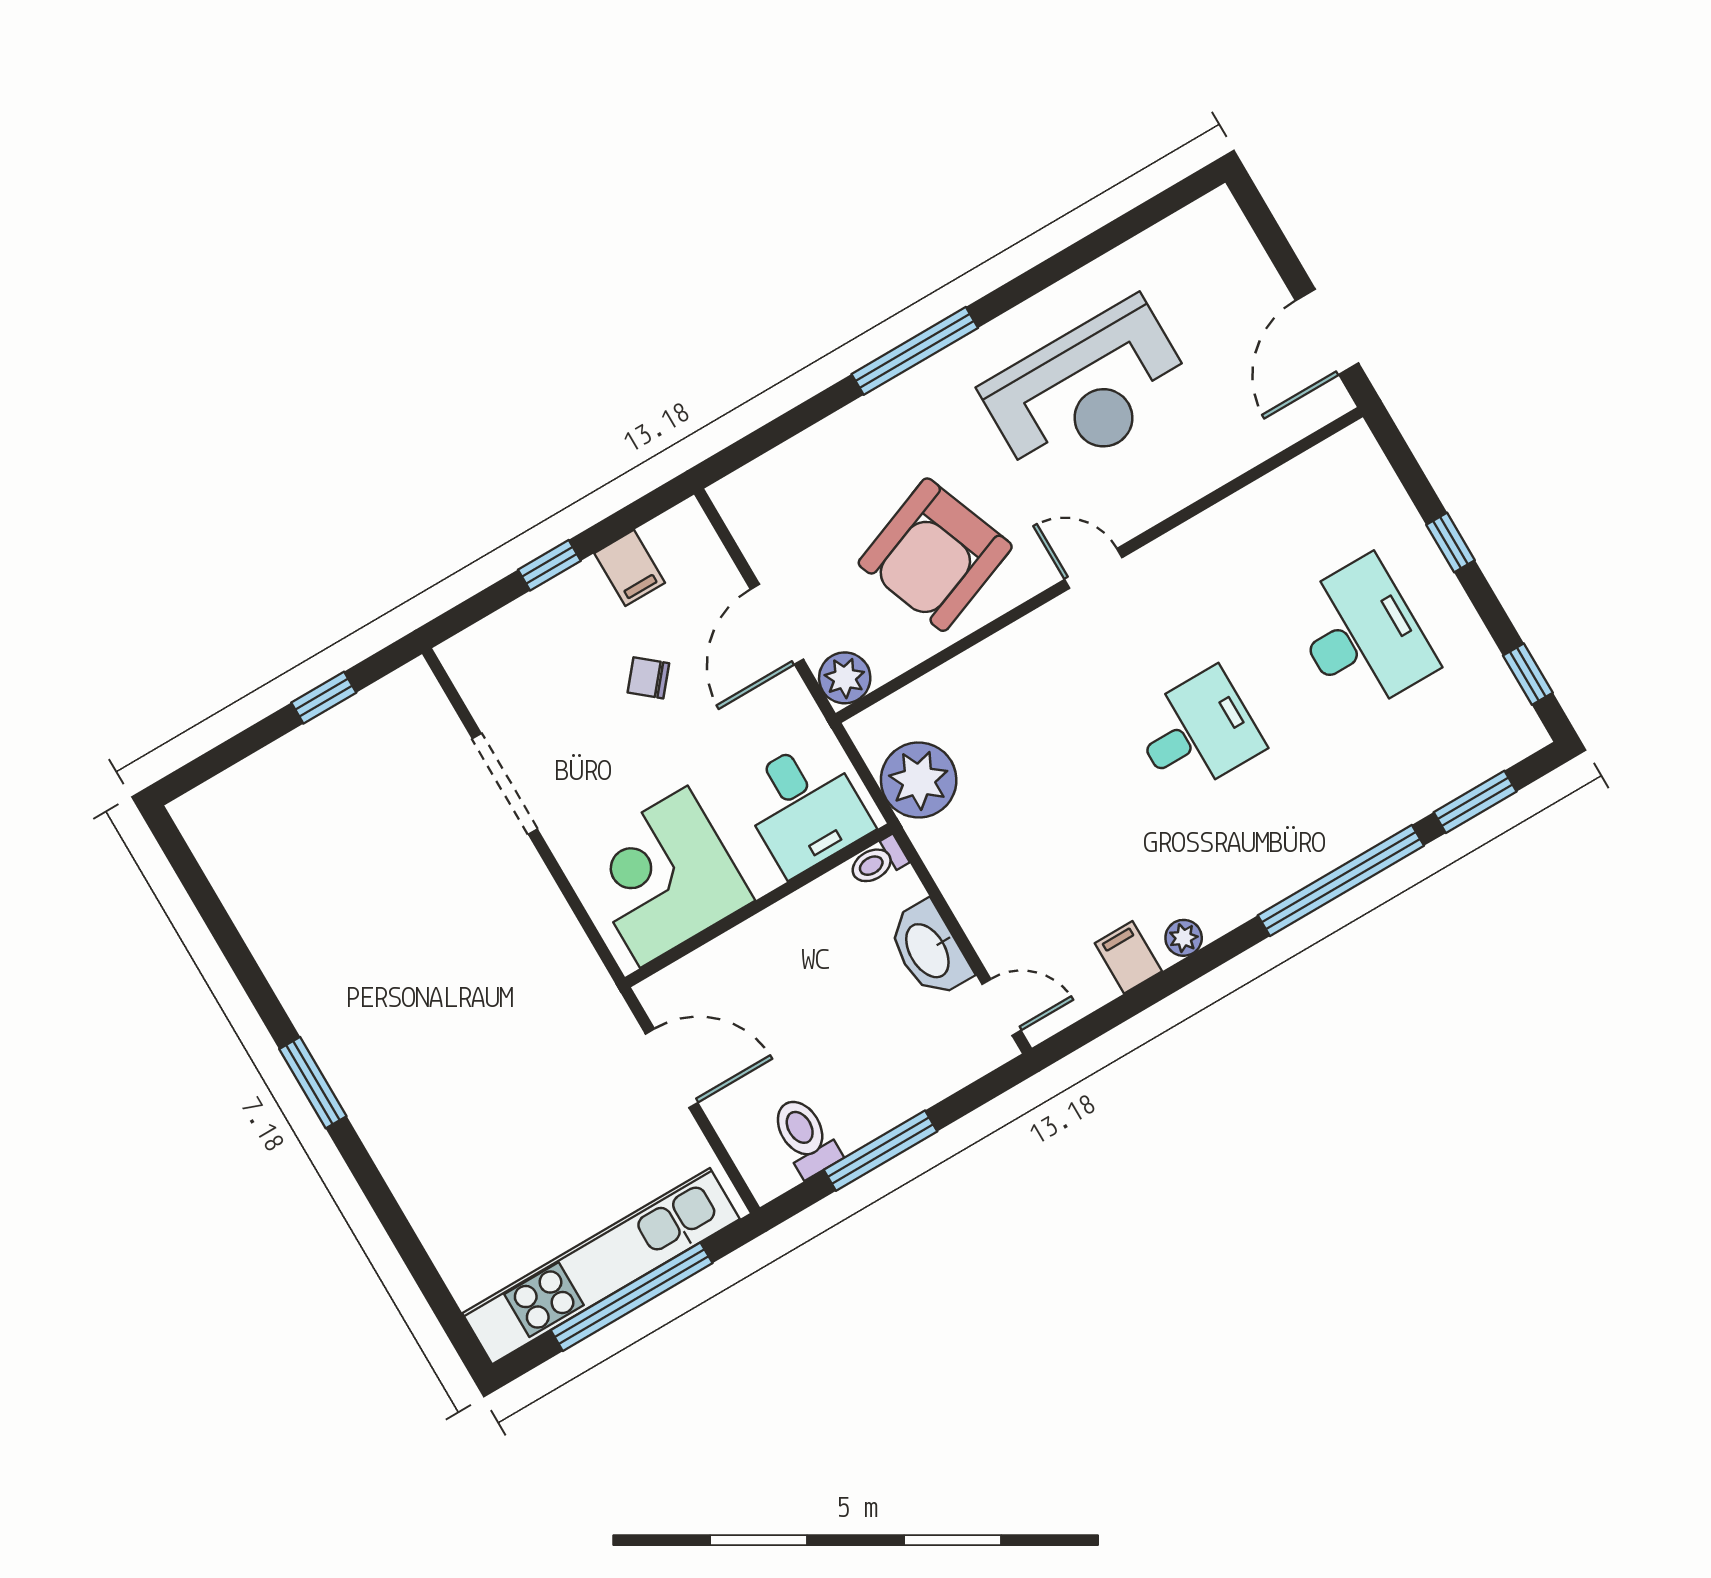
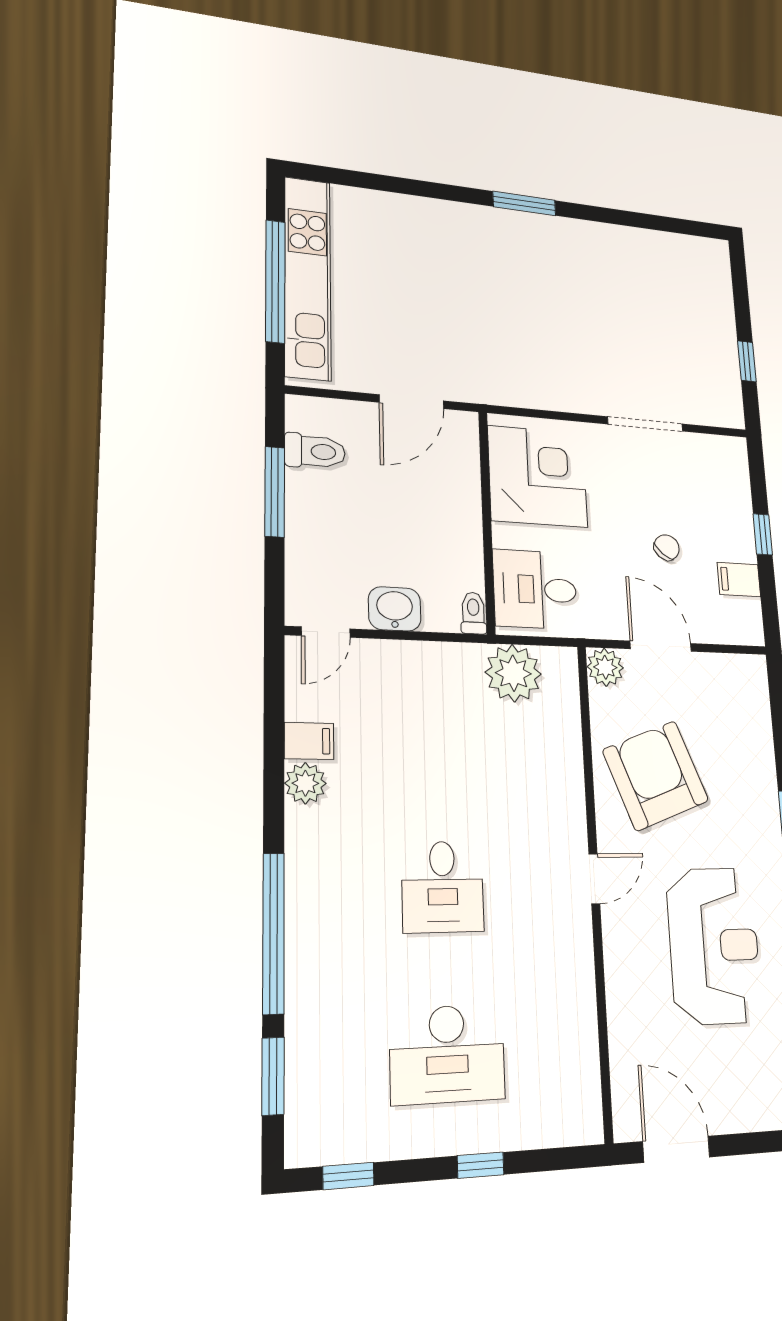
reception desk: (1088, 391) -> (714, 945), turned 180
plant: (1184, 938) -> (305, 783), width x1.38, depth x1.38
washbasin: (929, 950) -> (395, 609), width x0.72

